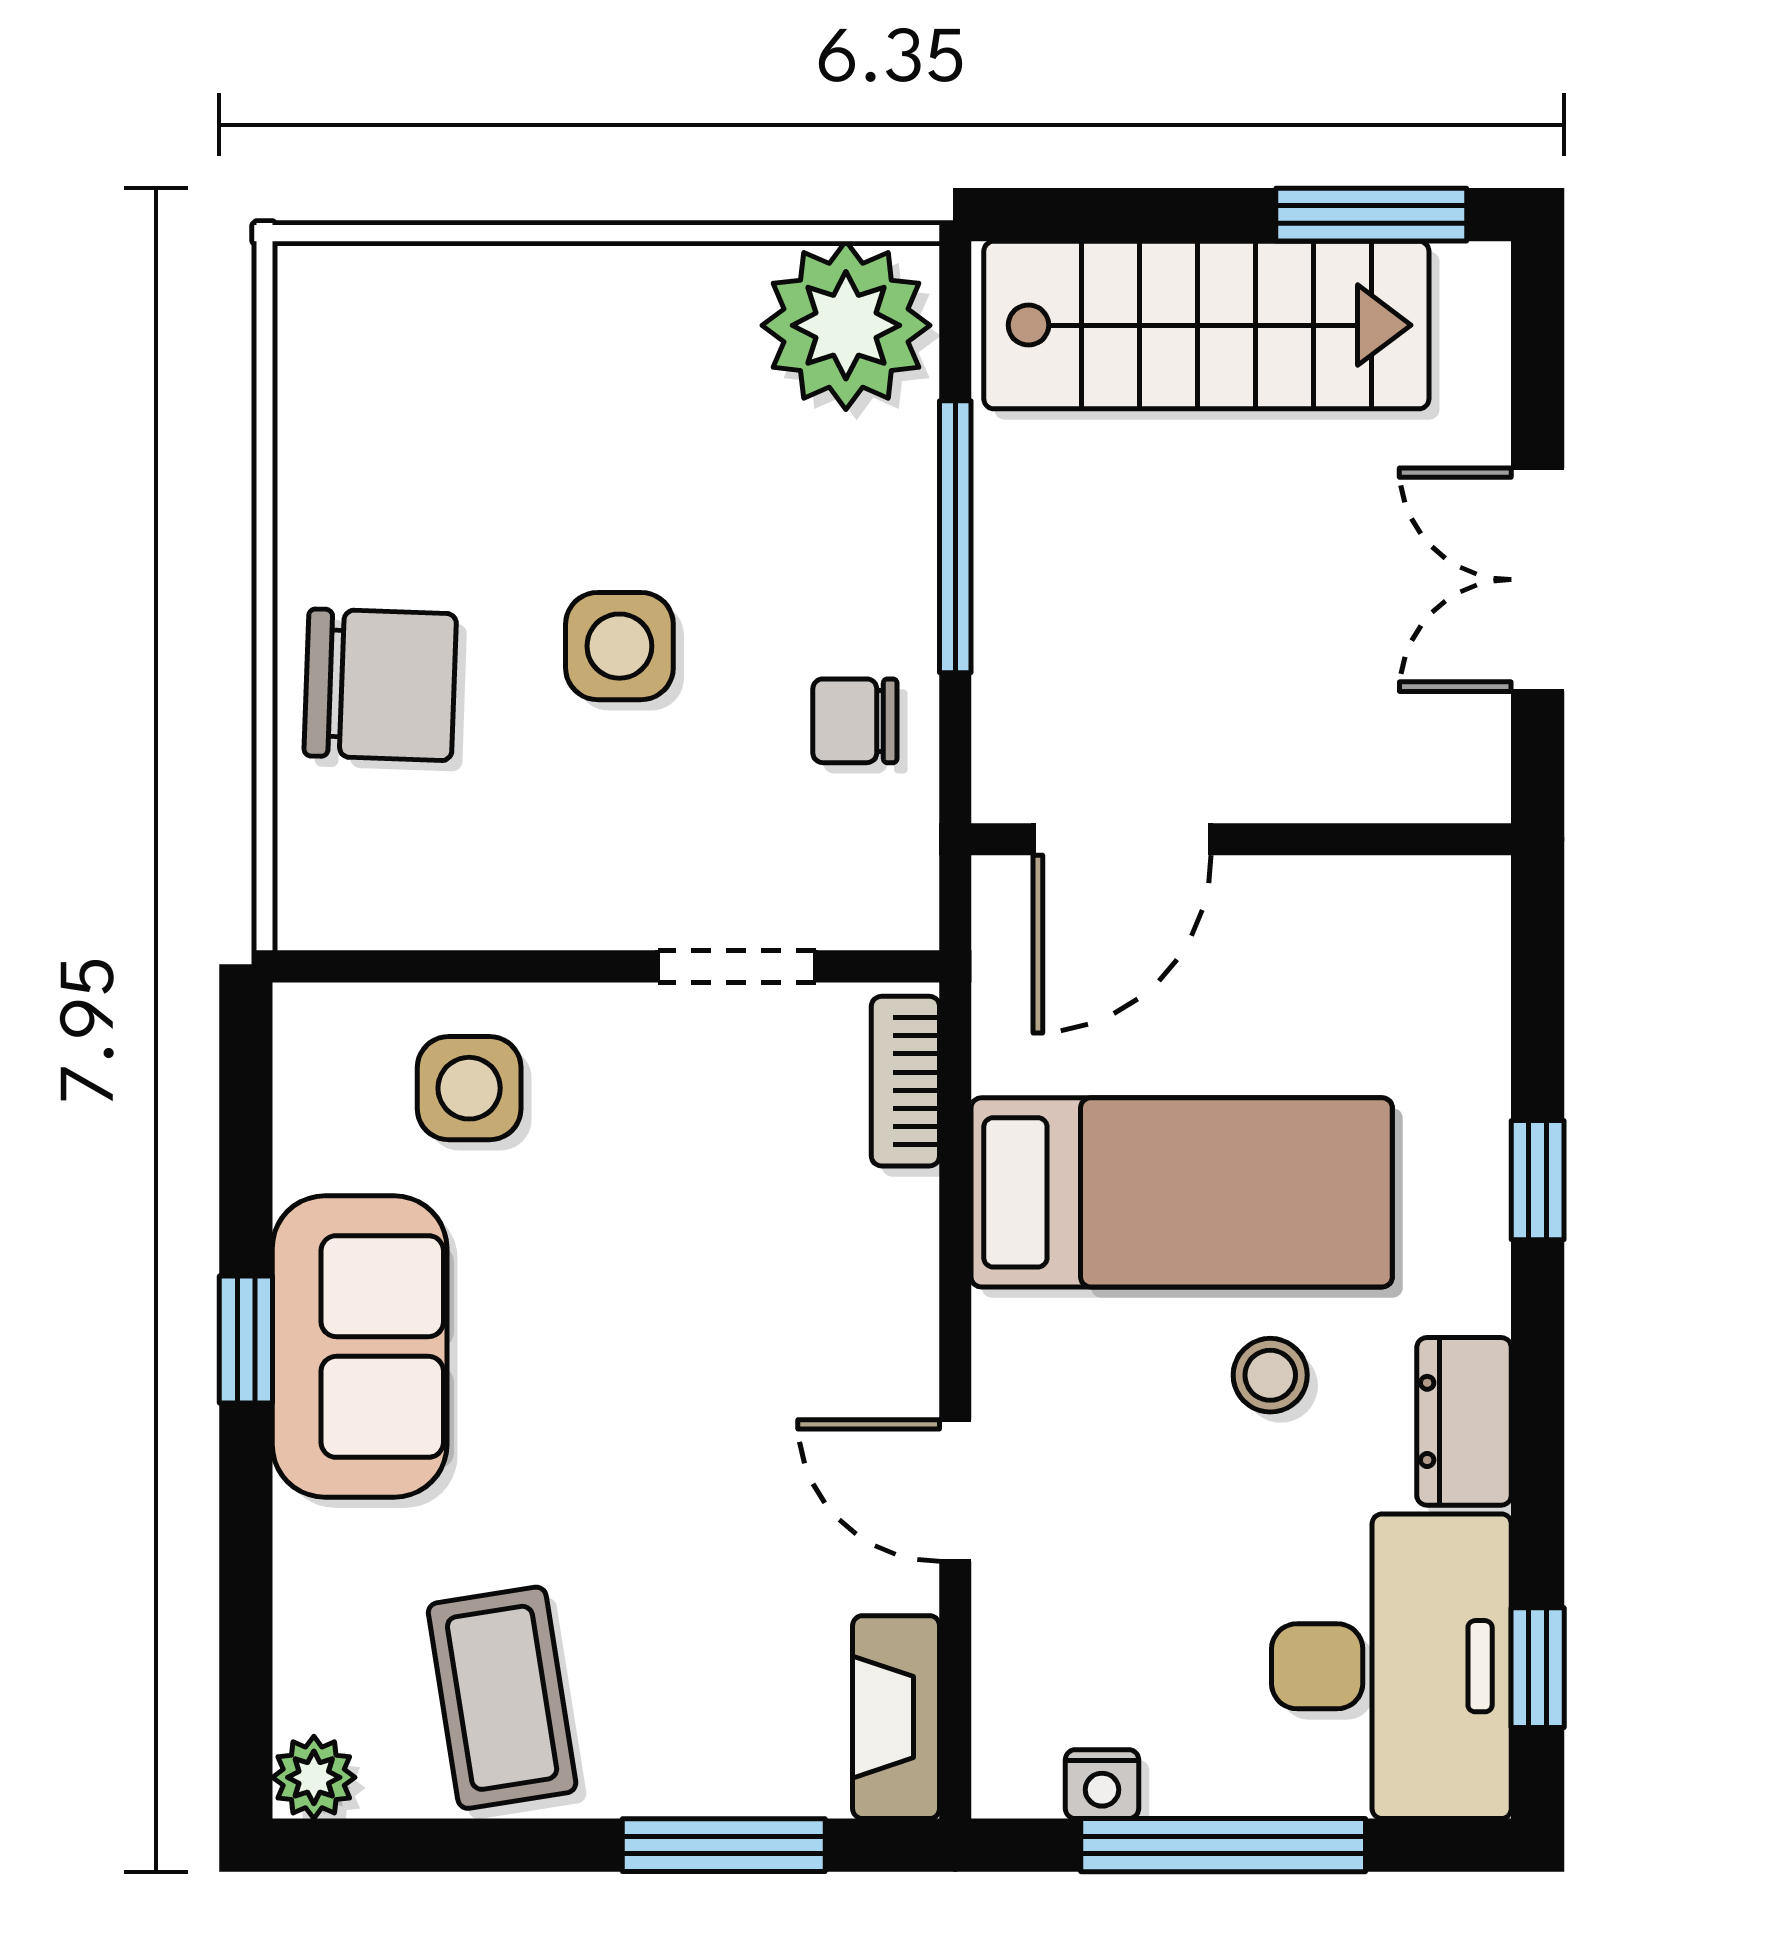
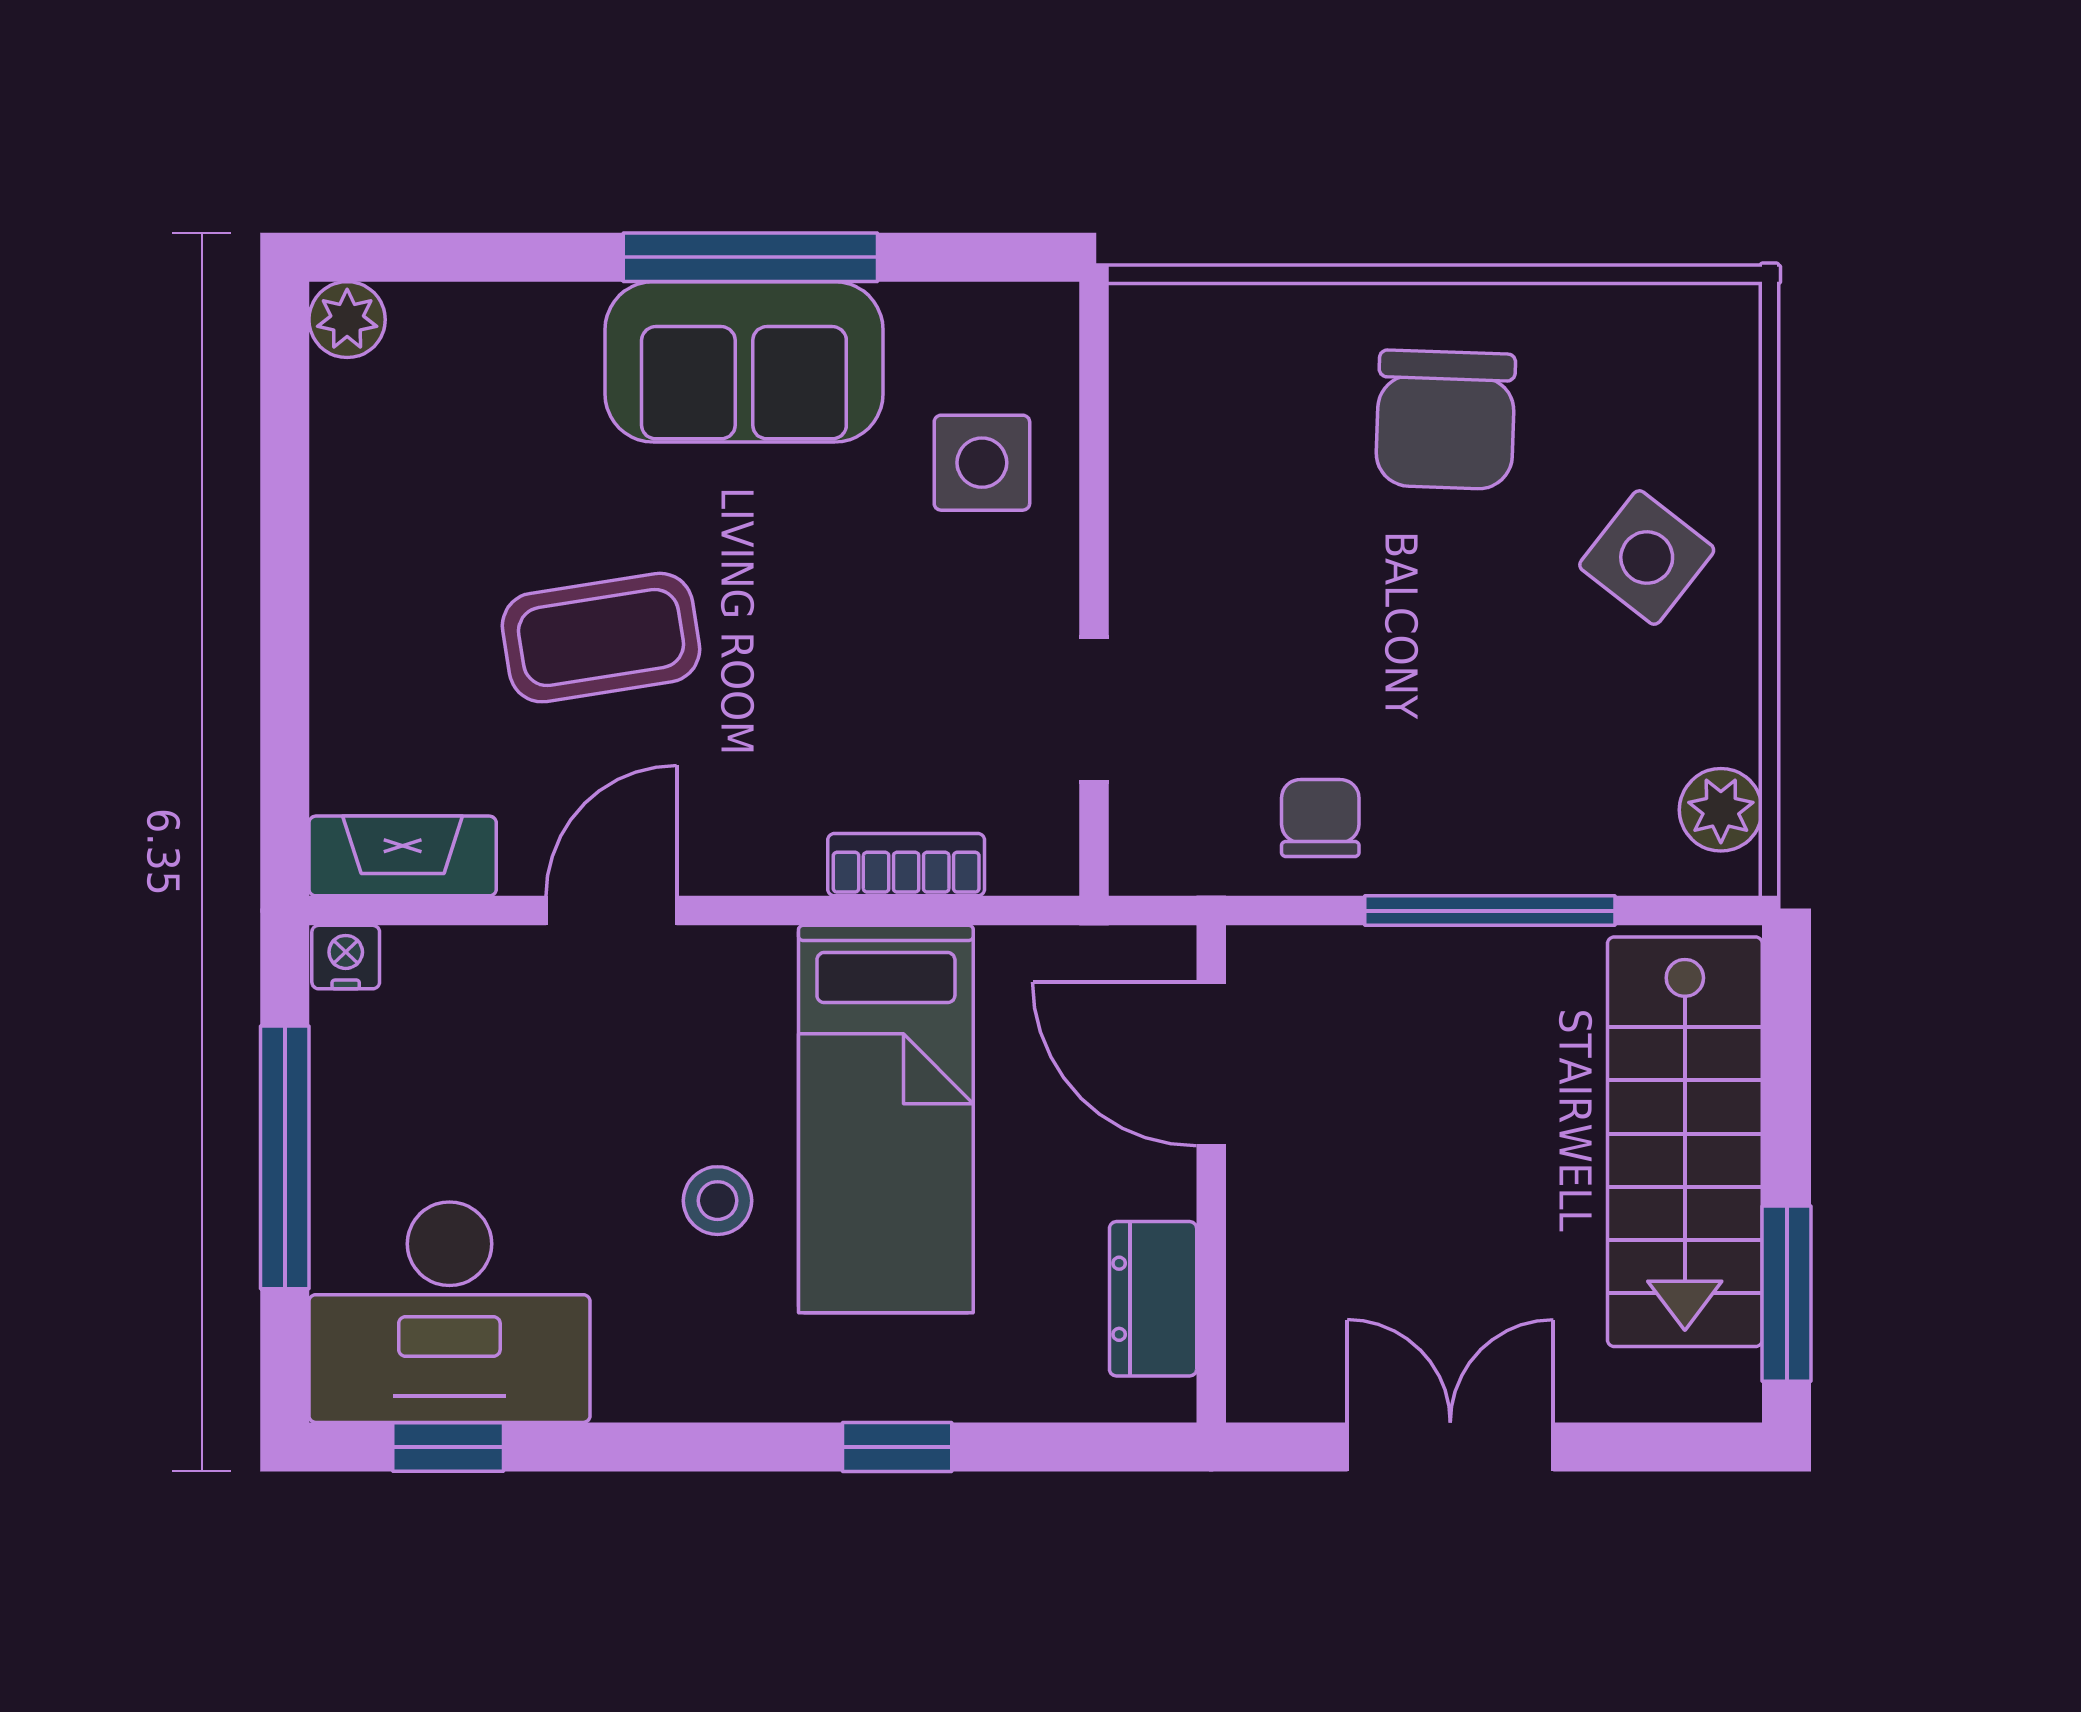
plant: (846, 325) -> (1721, 810), width x0.53, depth x0.53
side table: (619, 646) -> (1647, 558), moved, turned 38
chair: (380, 685) -> (1445, 420), moved
bookcase: (905, 1081) -> (906, 865), moved
window: (246, 1340) -> (750, 257), width x2.17
dresser: (1464, 1421) -> (1153, 1299), moved, turned -90
coffee table: (502, 1698) -> (601, 638), moved
nightstand: (1102, 1784) -> (346, 957), moved, turned 90
window: (724, 1845) -> (285, 697), removed

